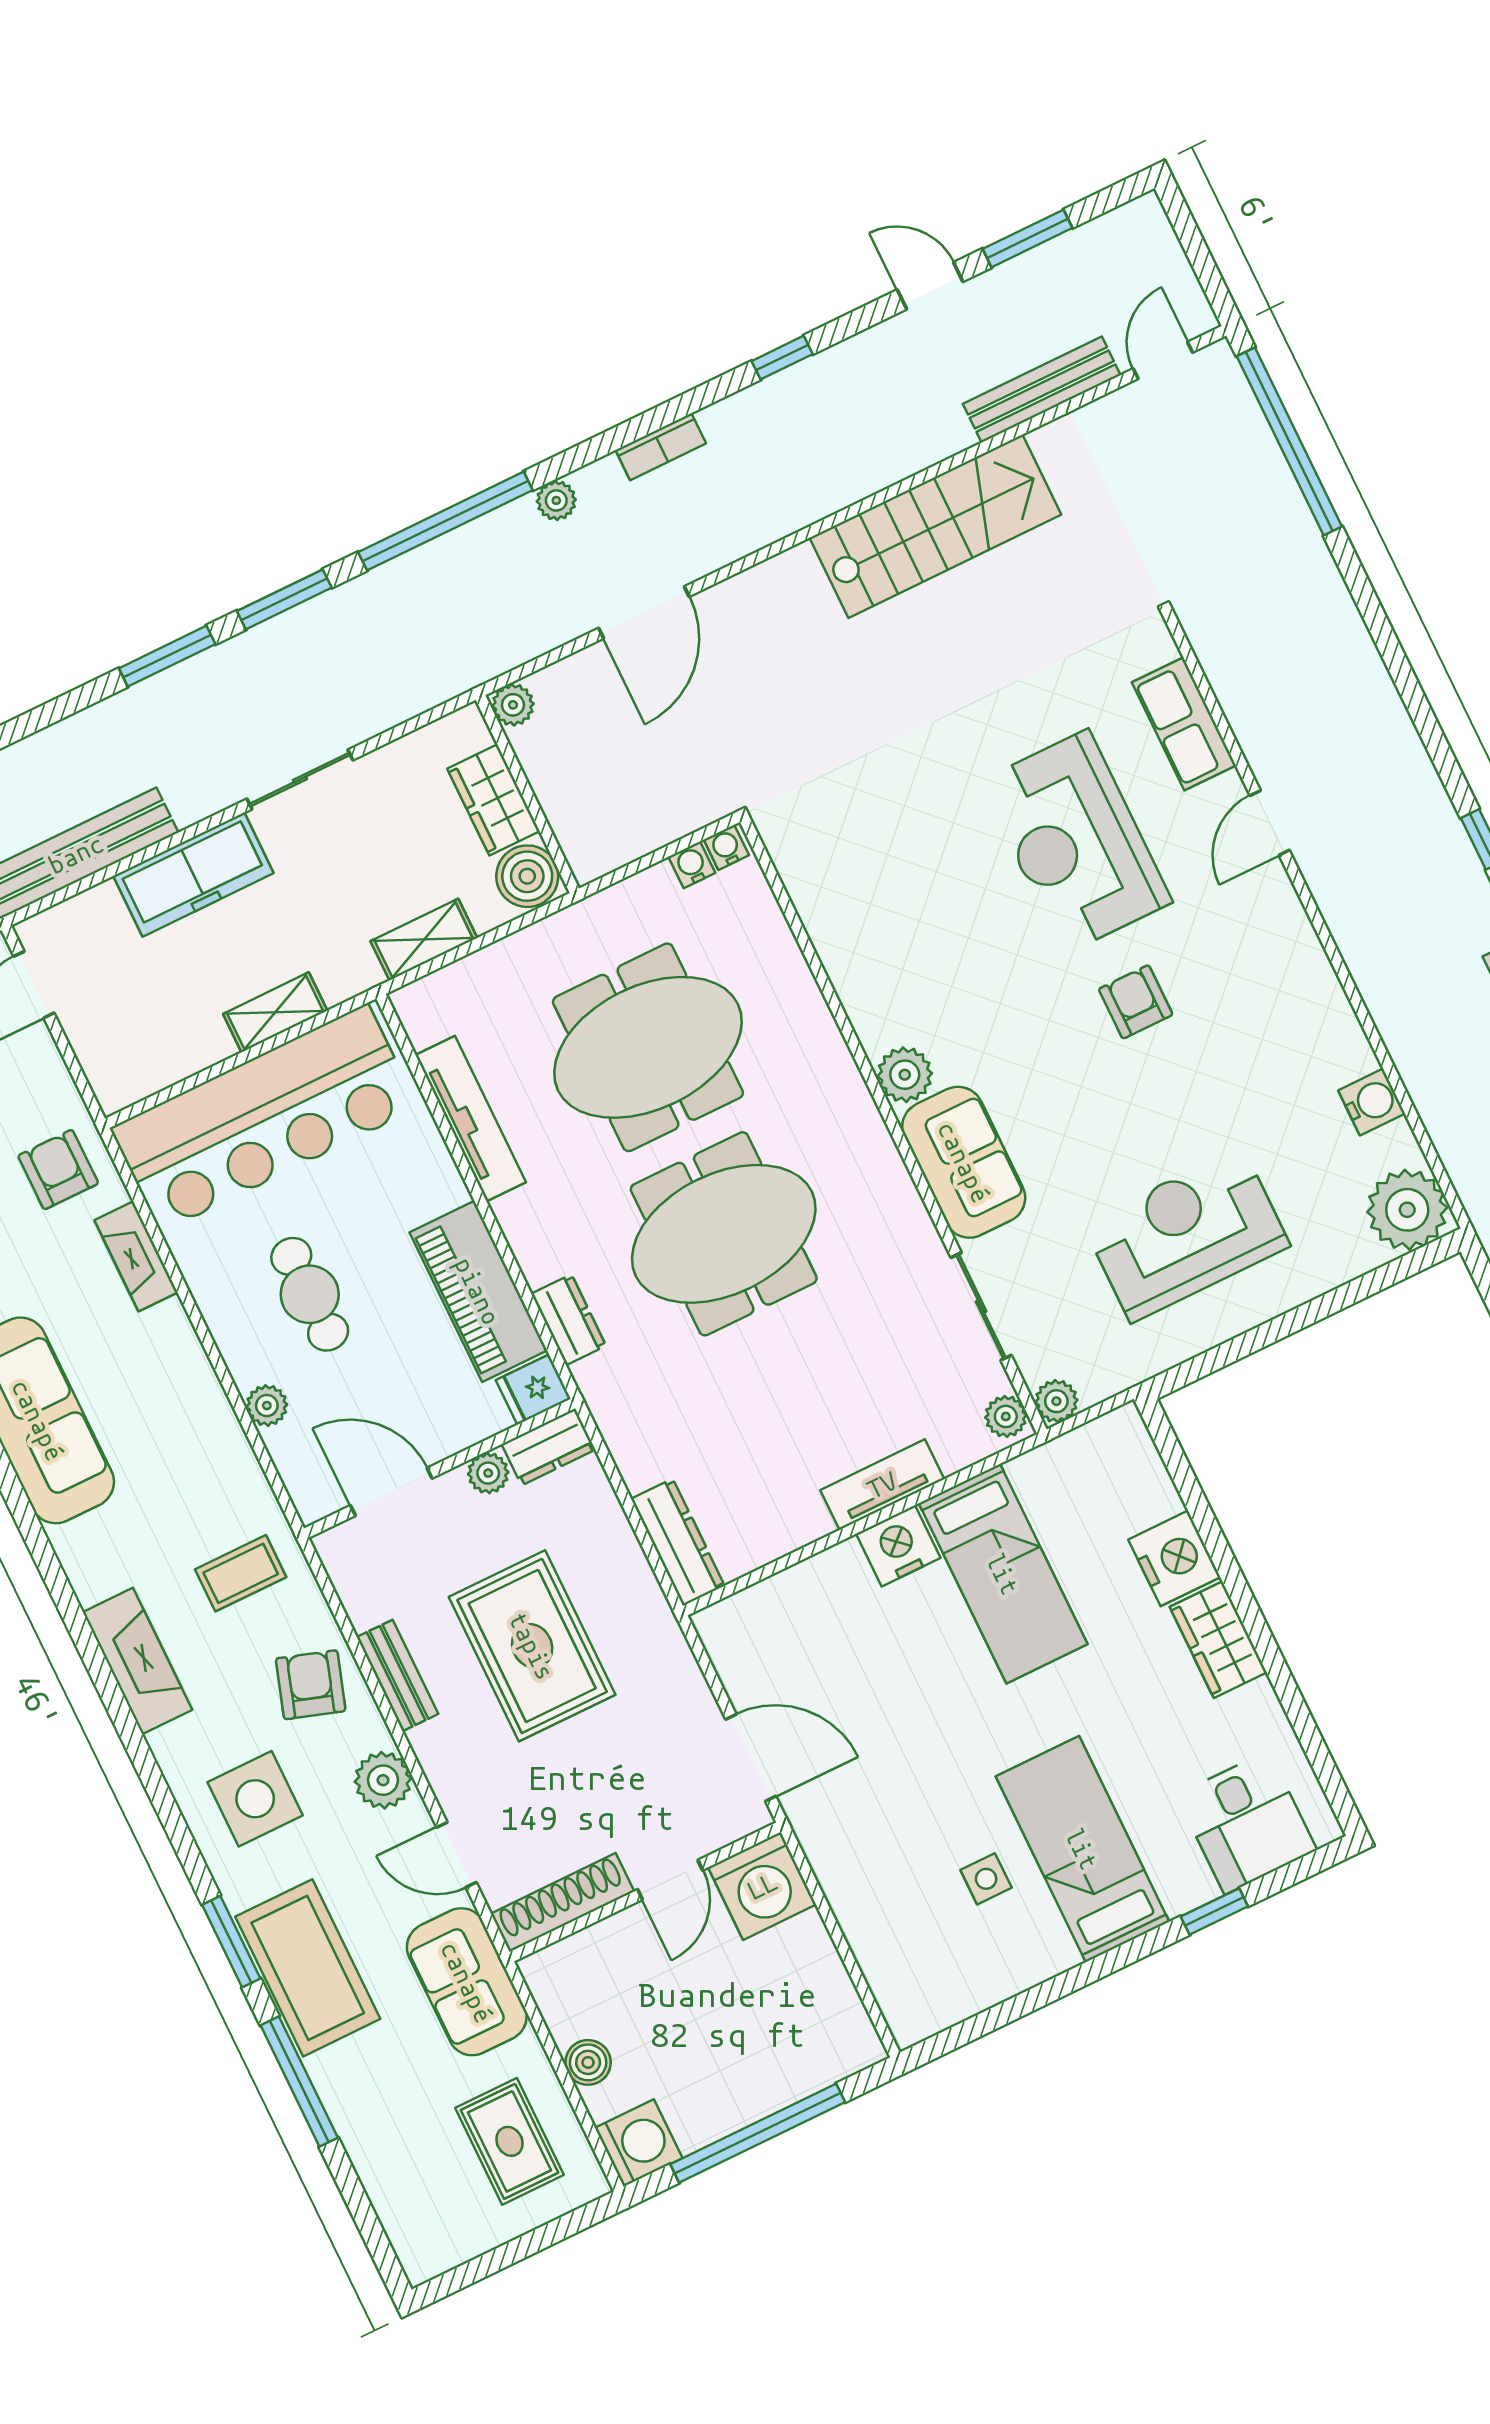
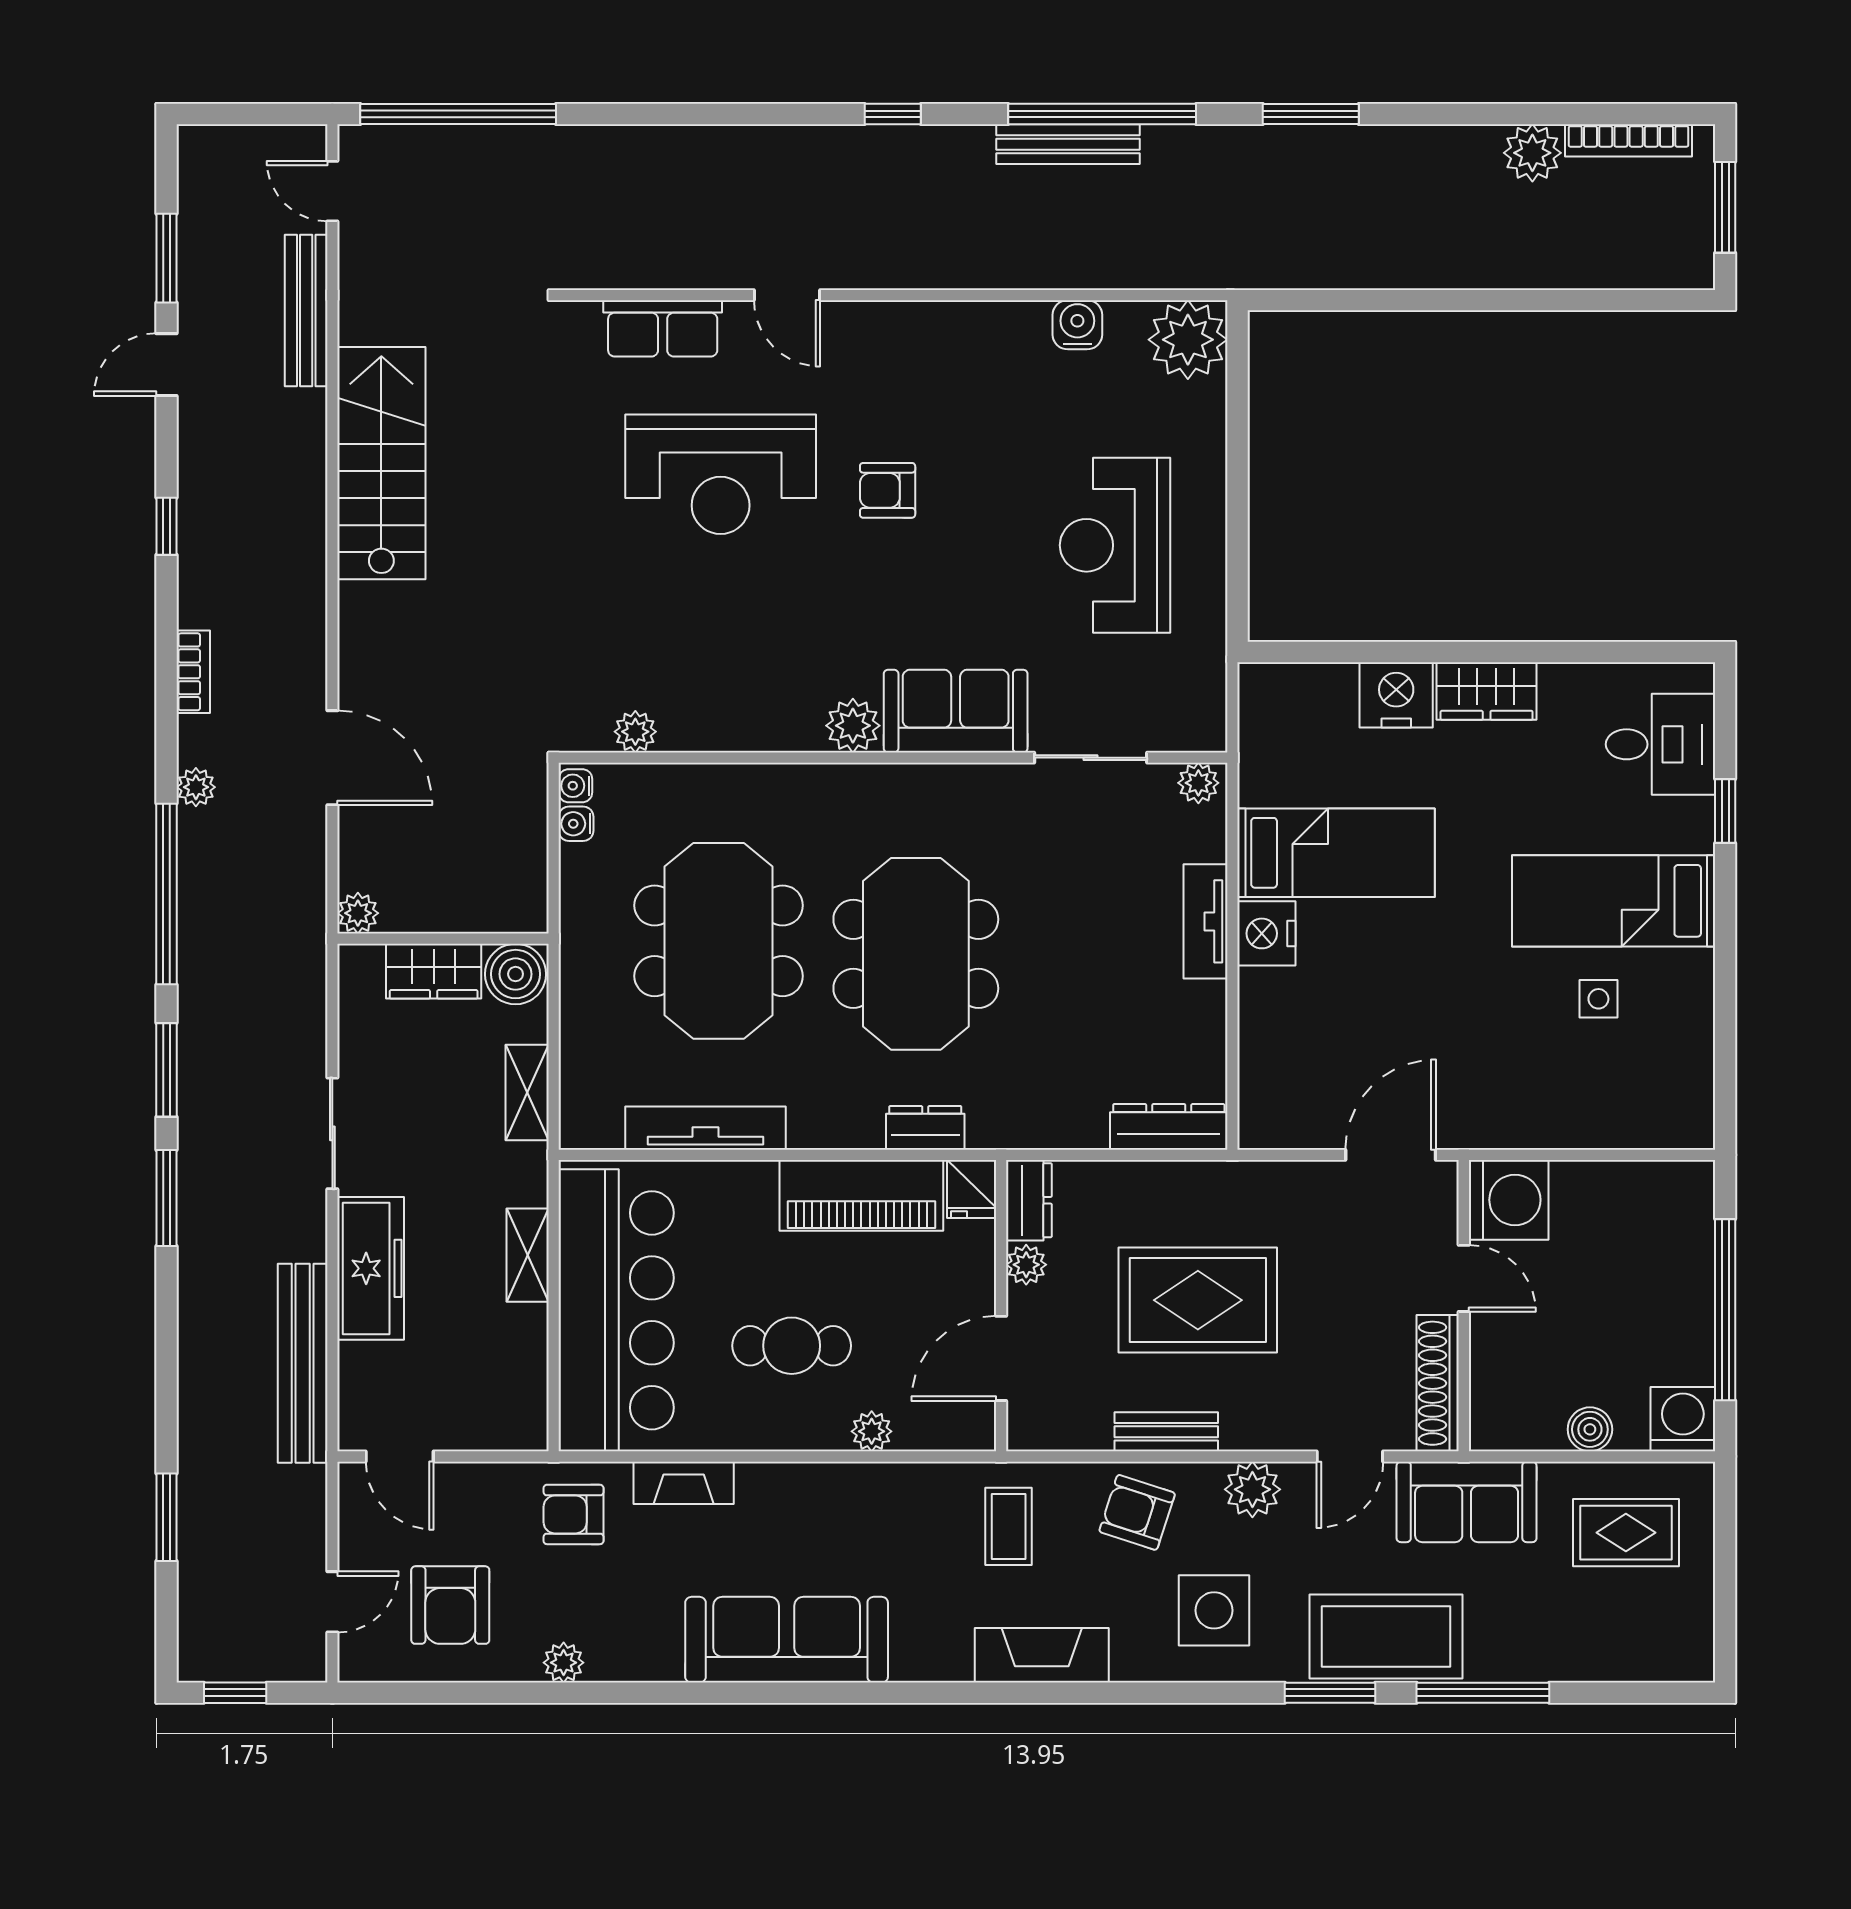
plant: (1056, 1401) -> (635, 732), moved

